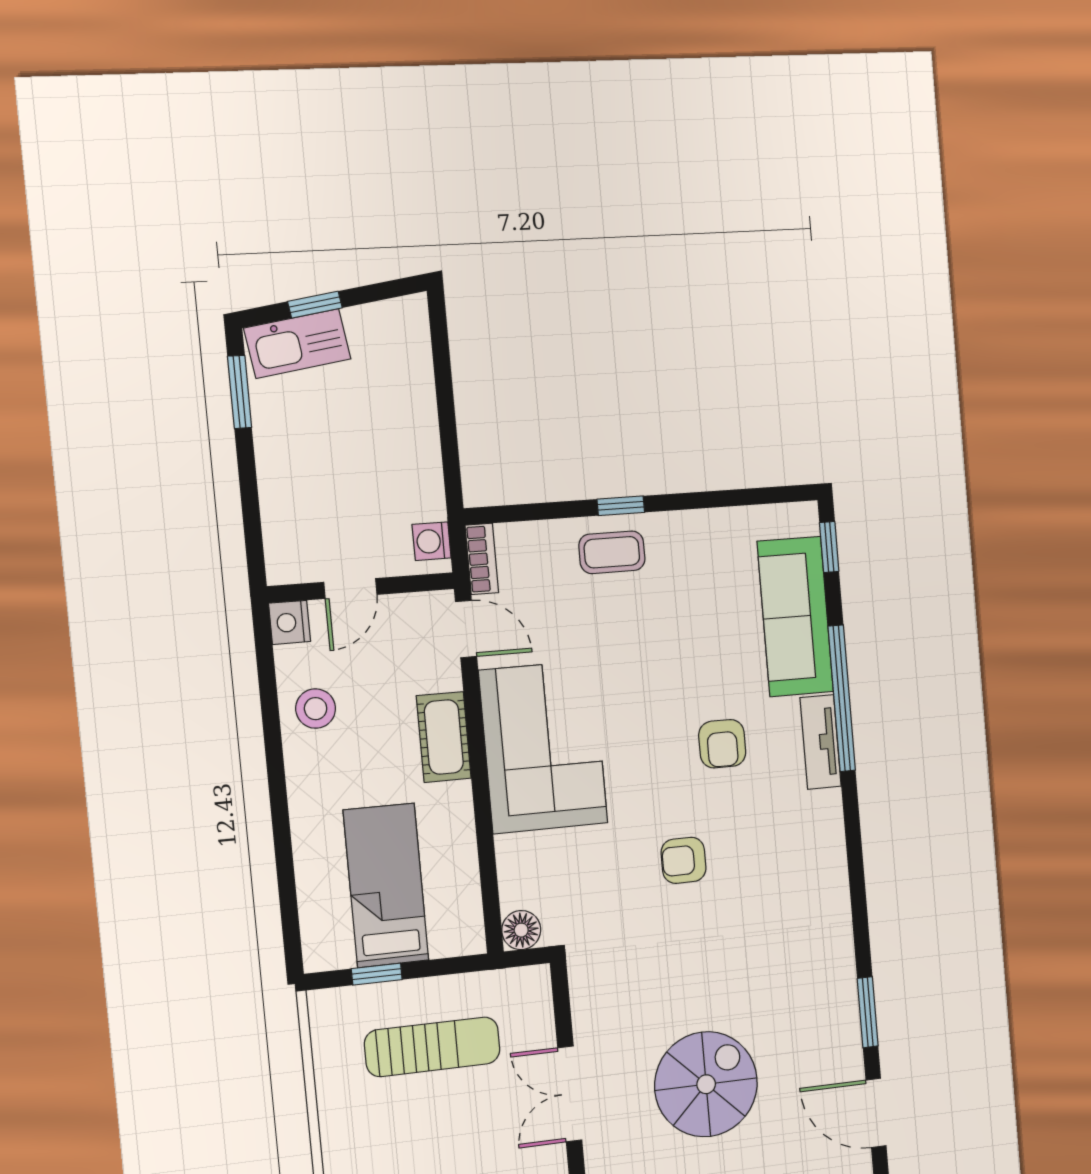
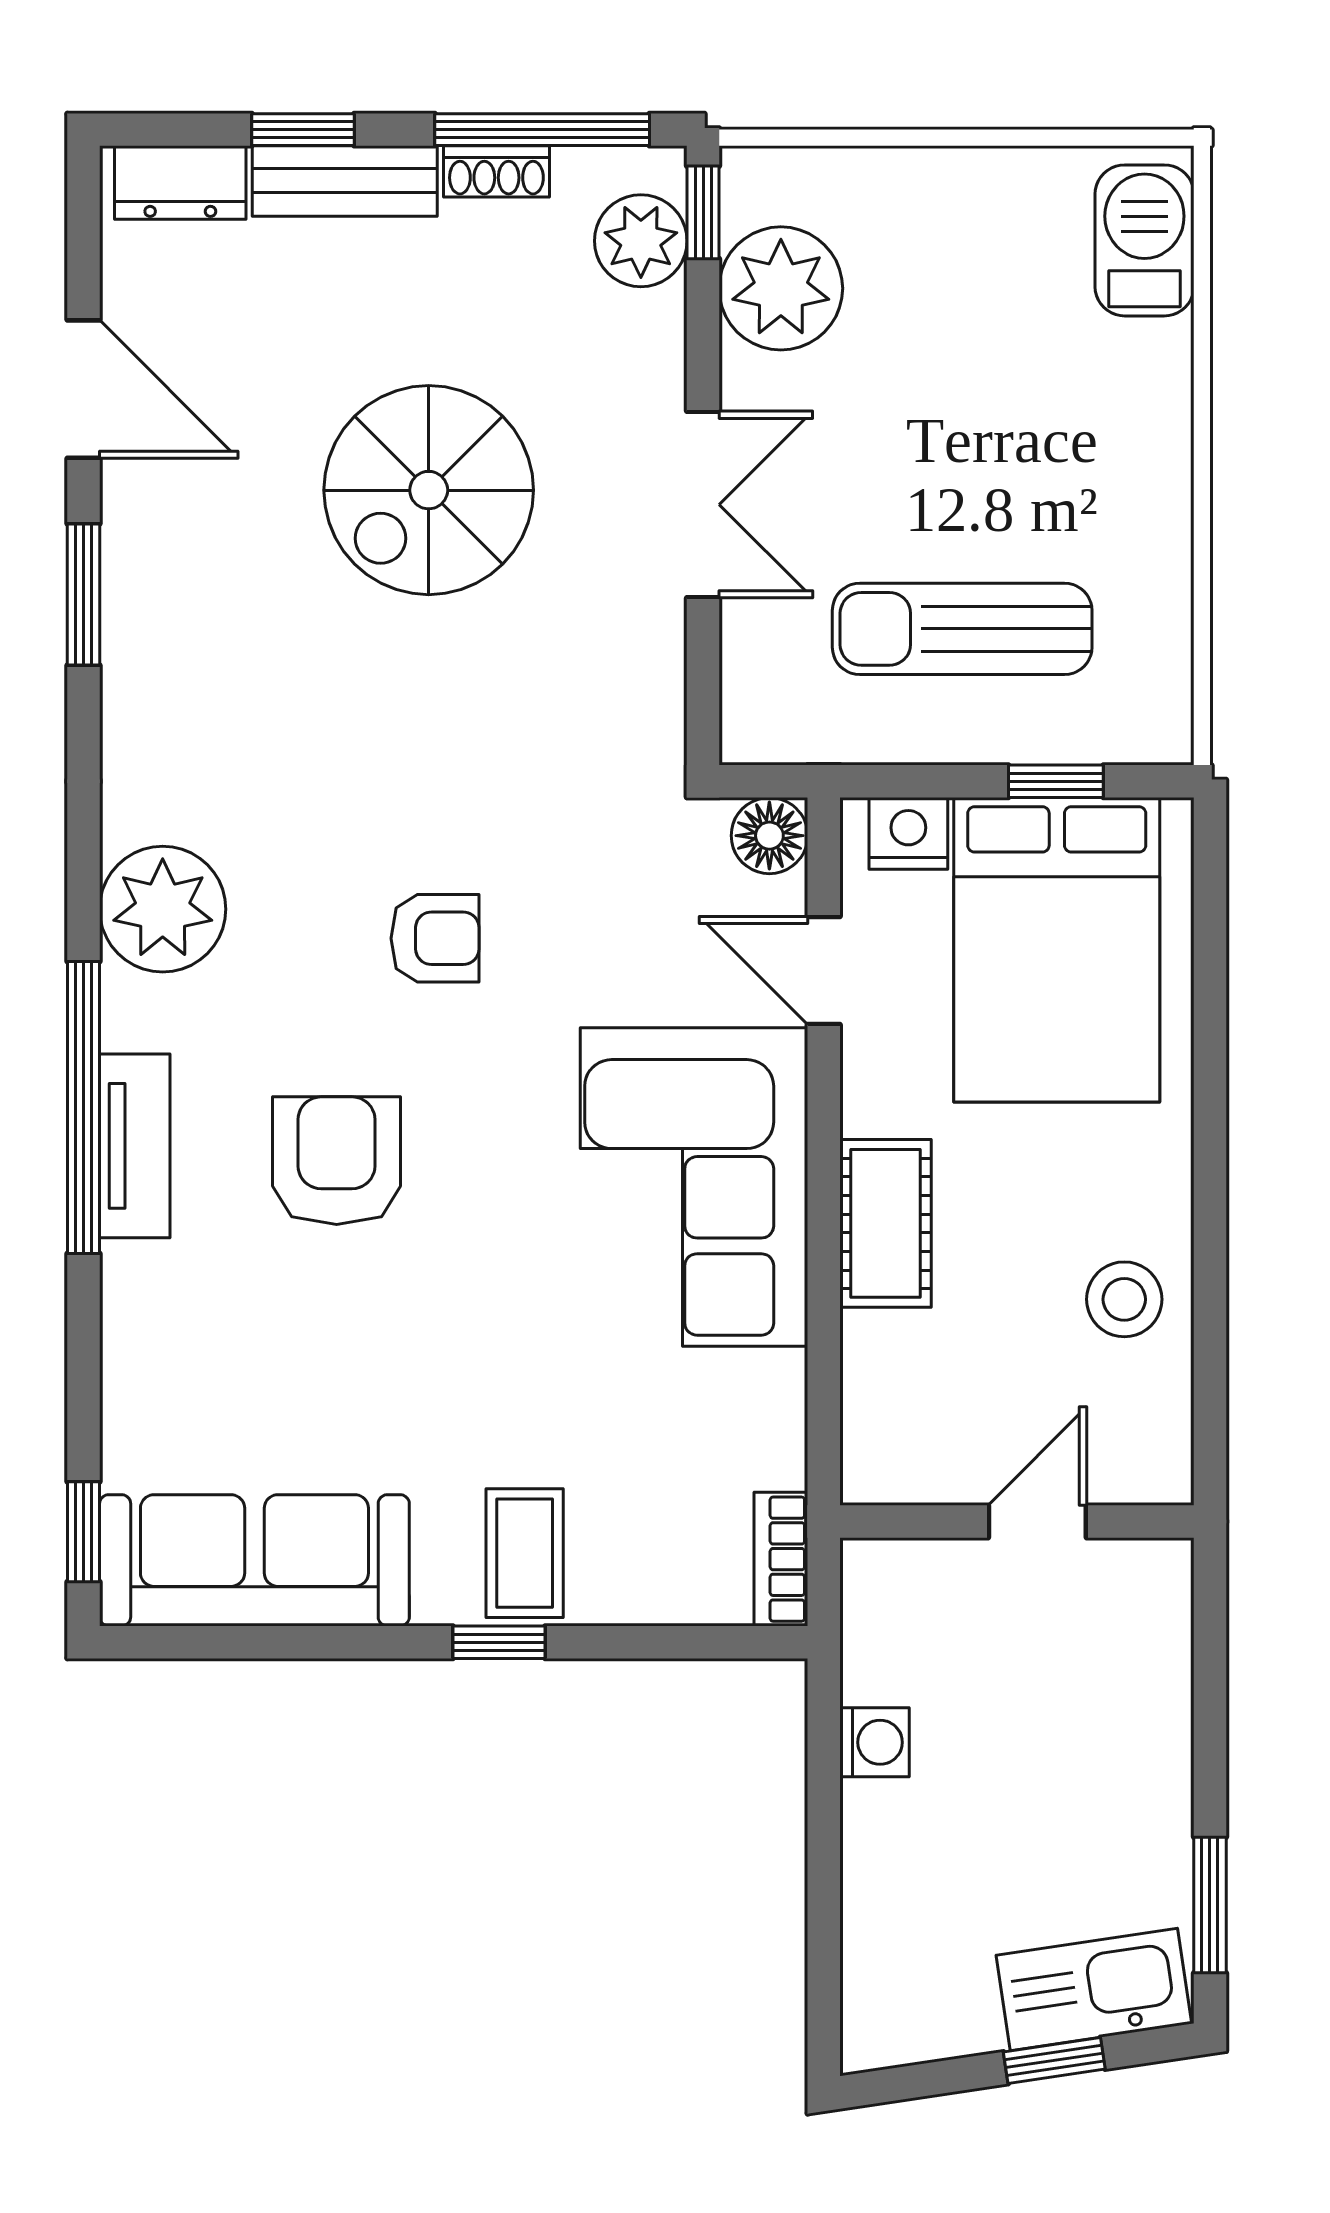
washing machine: (432, 541) -> (874, 1742), moved
coffee table: (612, 552) -> (525, 1553), turned 90
sofa: (795, 617) -> (254, 1560), moved, turned -90
nightstand: (290, 622) -> (908, 833), moved, turned -90
door: (466, 629) -> (824, 970), moved
window: (842, 698) -> (84, 1108), moved
armchair: (722, 744) -> (337, 1161), width x1.38, depth x1.38
plant: (817, 861) -> (163, 909), added
bed: (386, 885) -> (1057, 950), width x1.50

